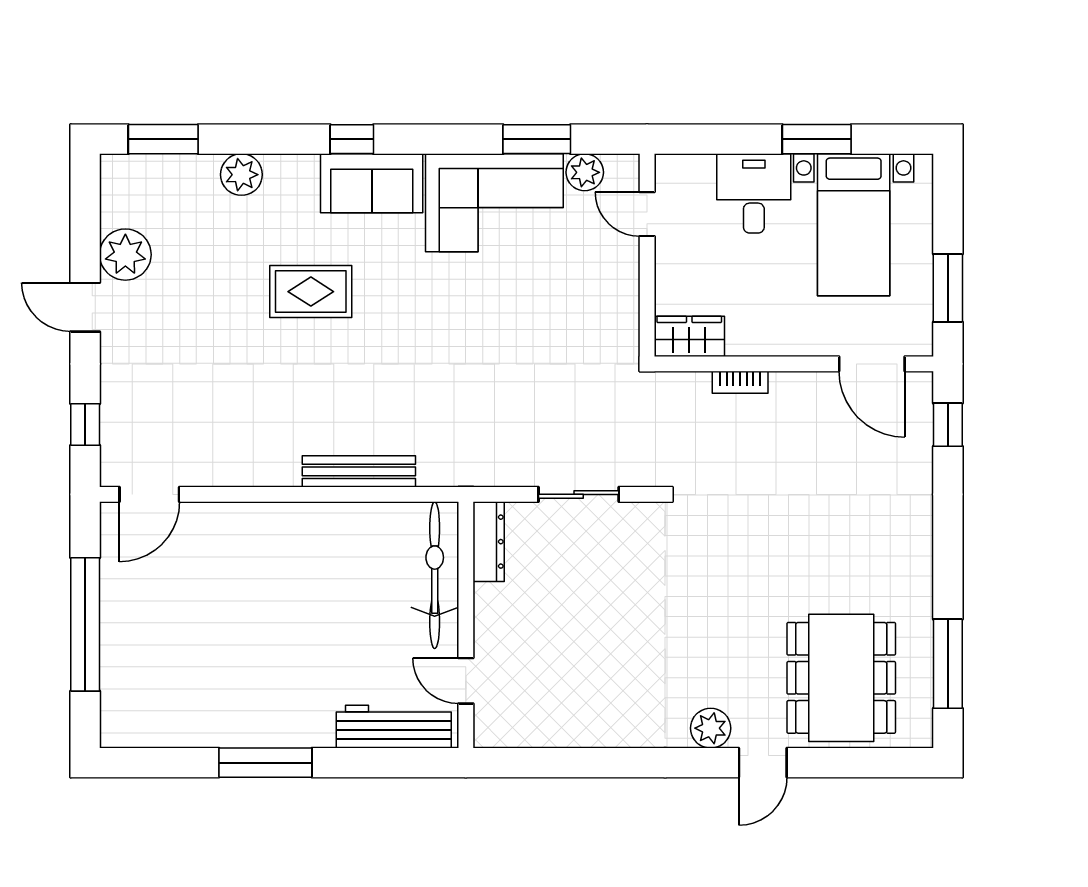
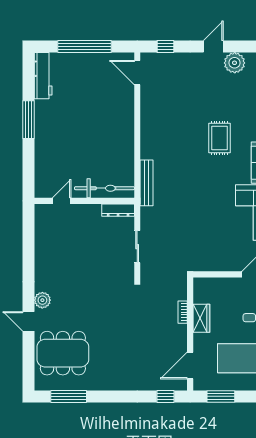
wardrobe: (689, 336) -> (201, 318), moved
bench: (359, 471) -> (147, 183), moved
workbench: (394, 727) -> (43, 76), moved

